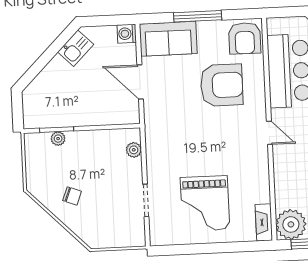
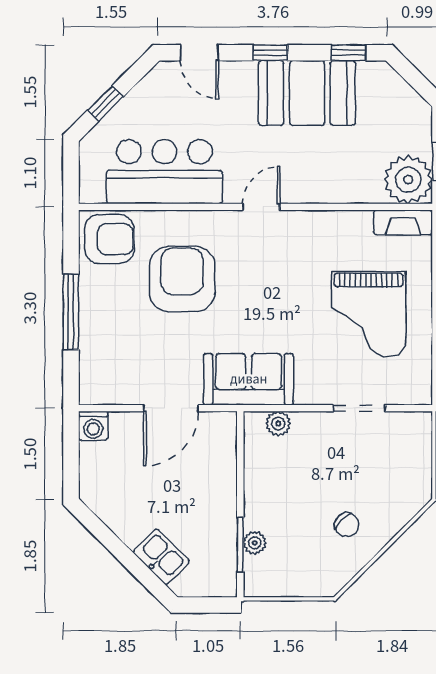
sofa: (168, 39) -> (249, 379), moved, turned -90
kitchen sink: (76, 48) -> (161, 557), moved
chair: (72, 196) -> (347, 525), turned 114
grand piano: (205, 203) -> (369, 314), turned 90

